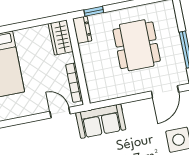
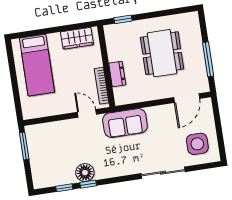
dresser: (82, 30) -> (117, 74), moved
wardrobe: (61, 38) -> (77, 38), moved, turned -90

